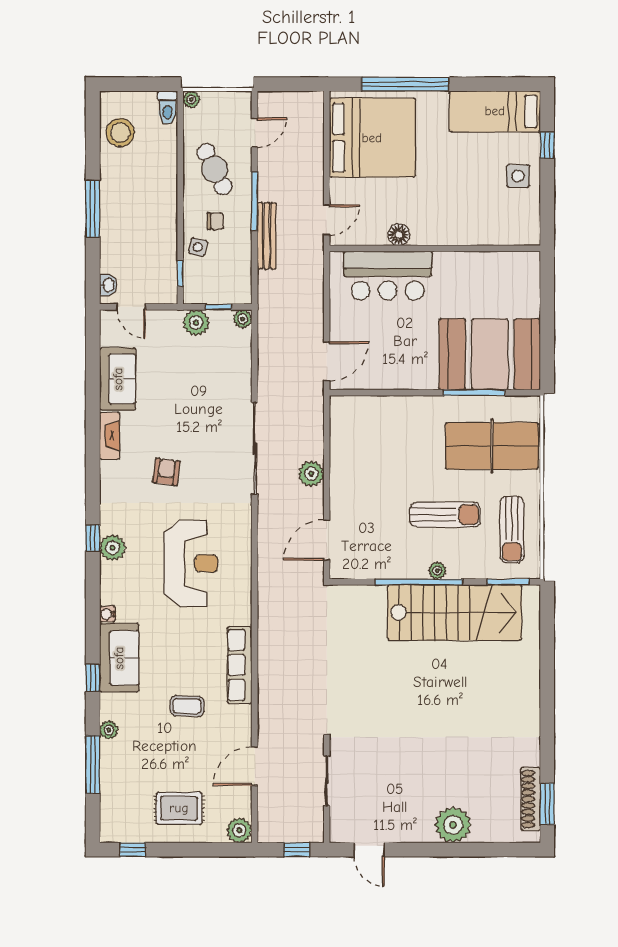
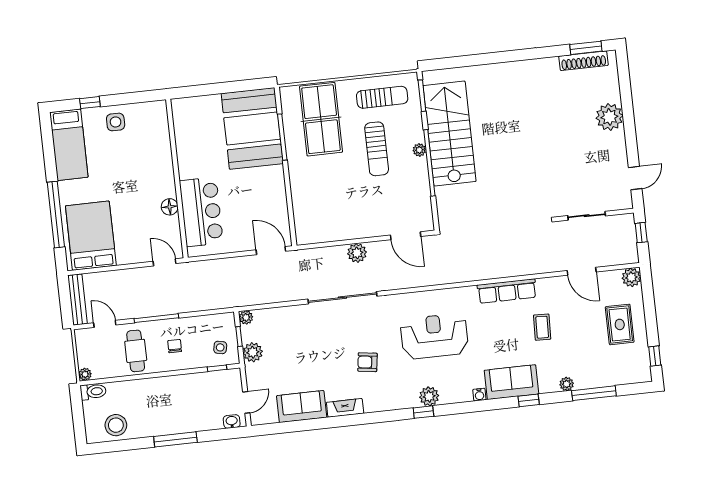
bed: (372, 138) -> (91, 236), width x0.73
cafe table: (215, 169) -> (136, 351), turned -63
bench: (267, 236) -> (77, 300), moved, turned 90
side table: (198, 247) -> (220, 347), moved
sun lounger: (445, 515) -> (377, 149), turned 180

